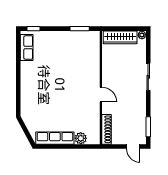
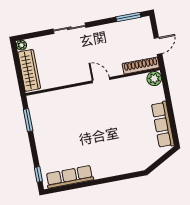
row of seats: (27, 48) -> (70, 177), width x1.48
door: (101, 95) -> (101, 80), hinge flipped
plant: (81, 138) -> (154, 79), moved
door: (133, 146) -> (158, 46), moved

